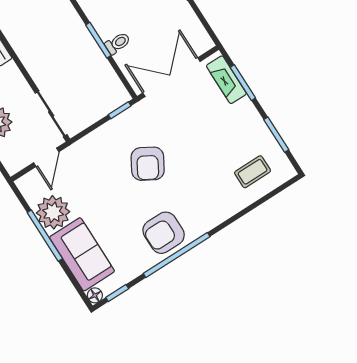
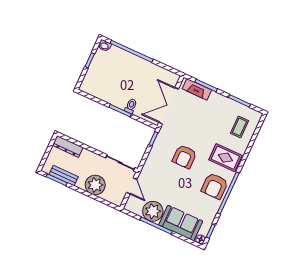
armchair: (148, 164) -> (184, 157), turned 60
rug: (205, 202) -> (225, 158), added

